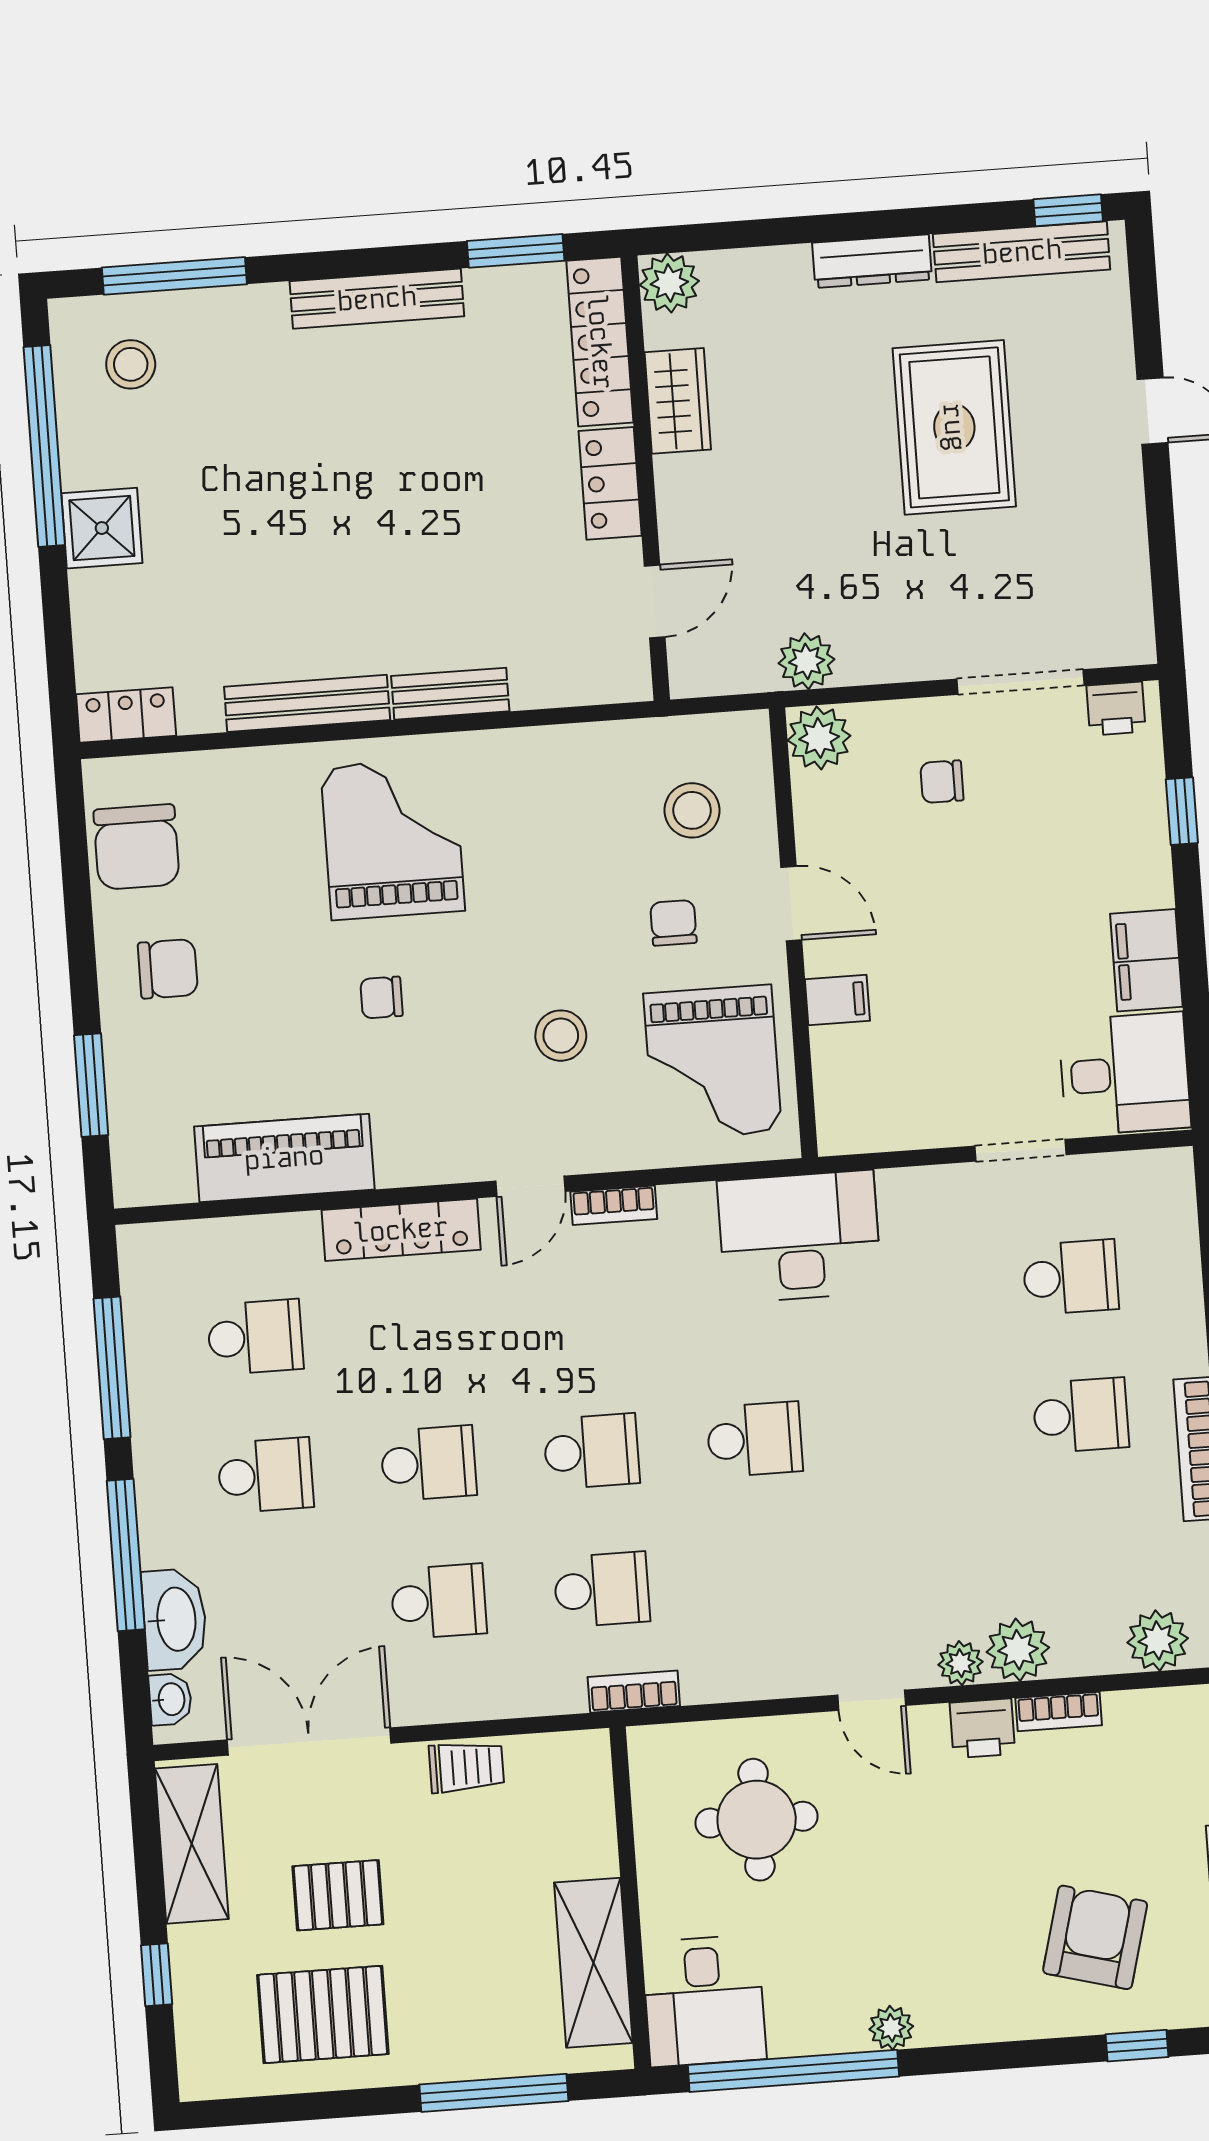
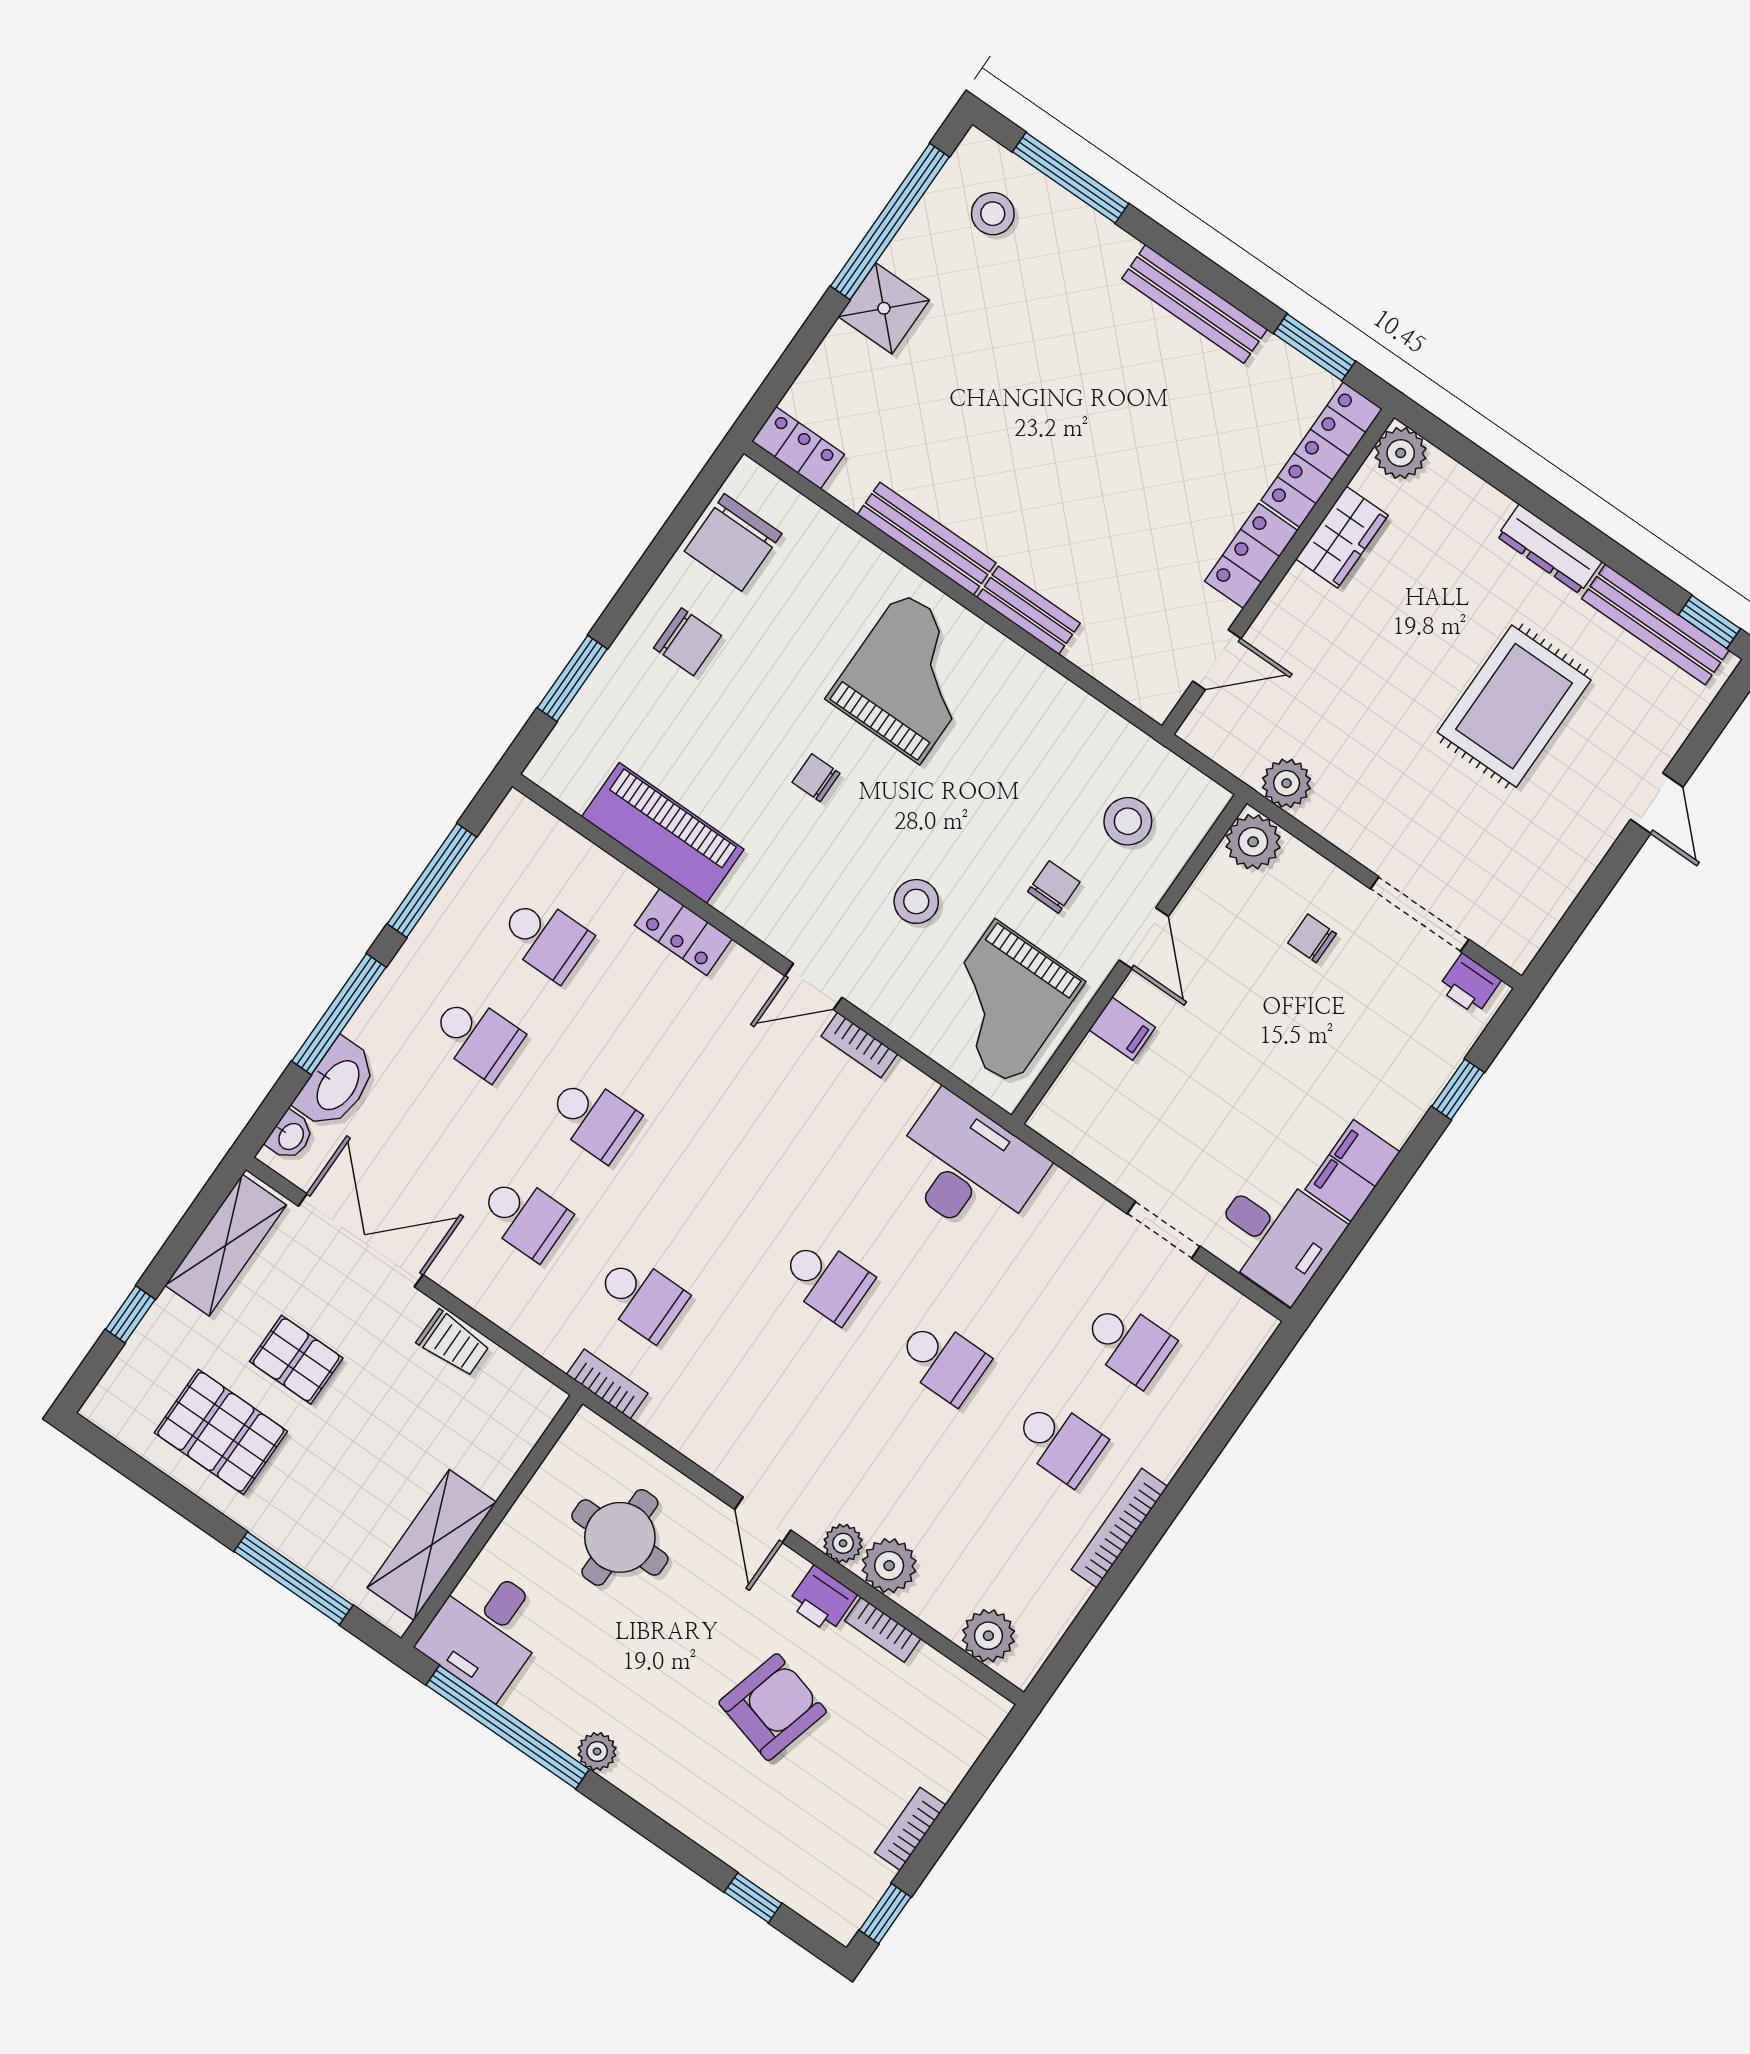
locker: (401, 1230) -> (683, 932), width x0.66
school desk: (592, 1451) -> (943, 1361), moved
armchair: (1095, 1937) -> (773, 1707), moved

